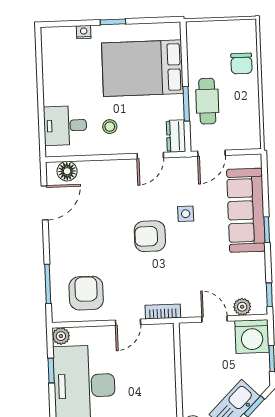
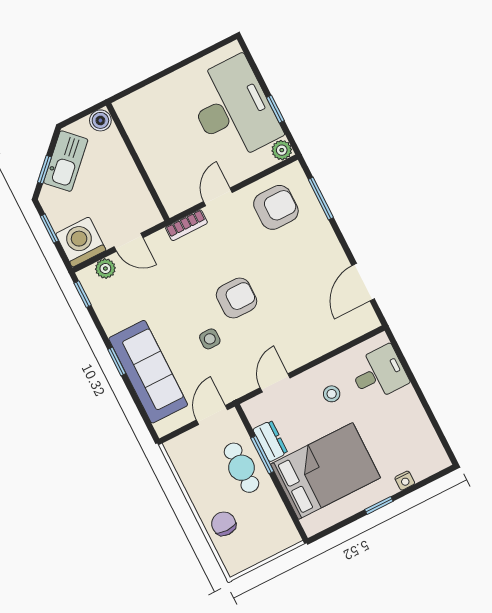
dresser: (176, 136) -> (270, 441), moved
floor lamp: (67, 171) -> (355, 326), removed
armchair: (86, 293) -> (276, 207), turned -90

